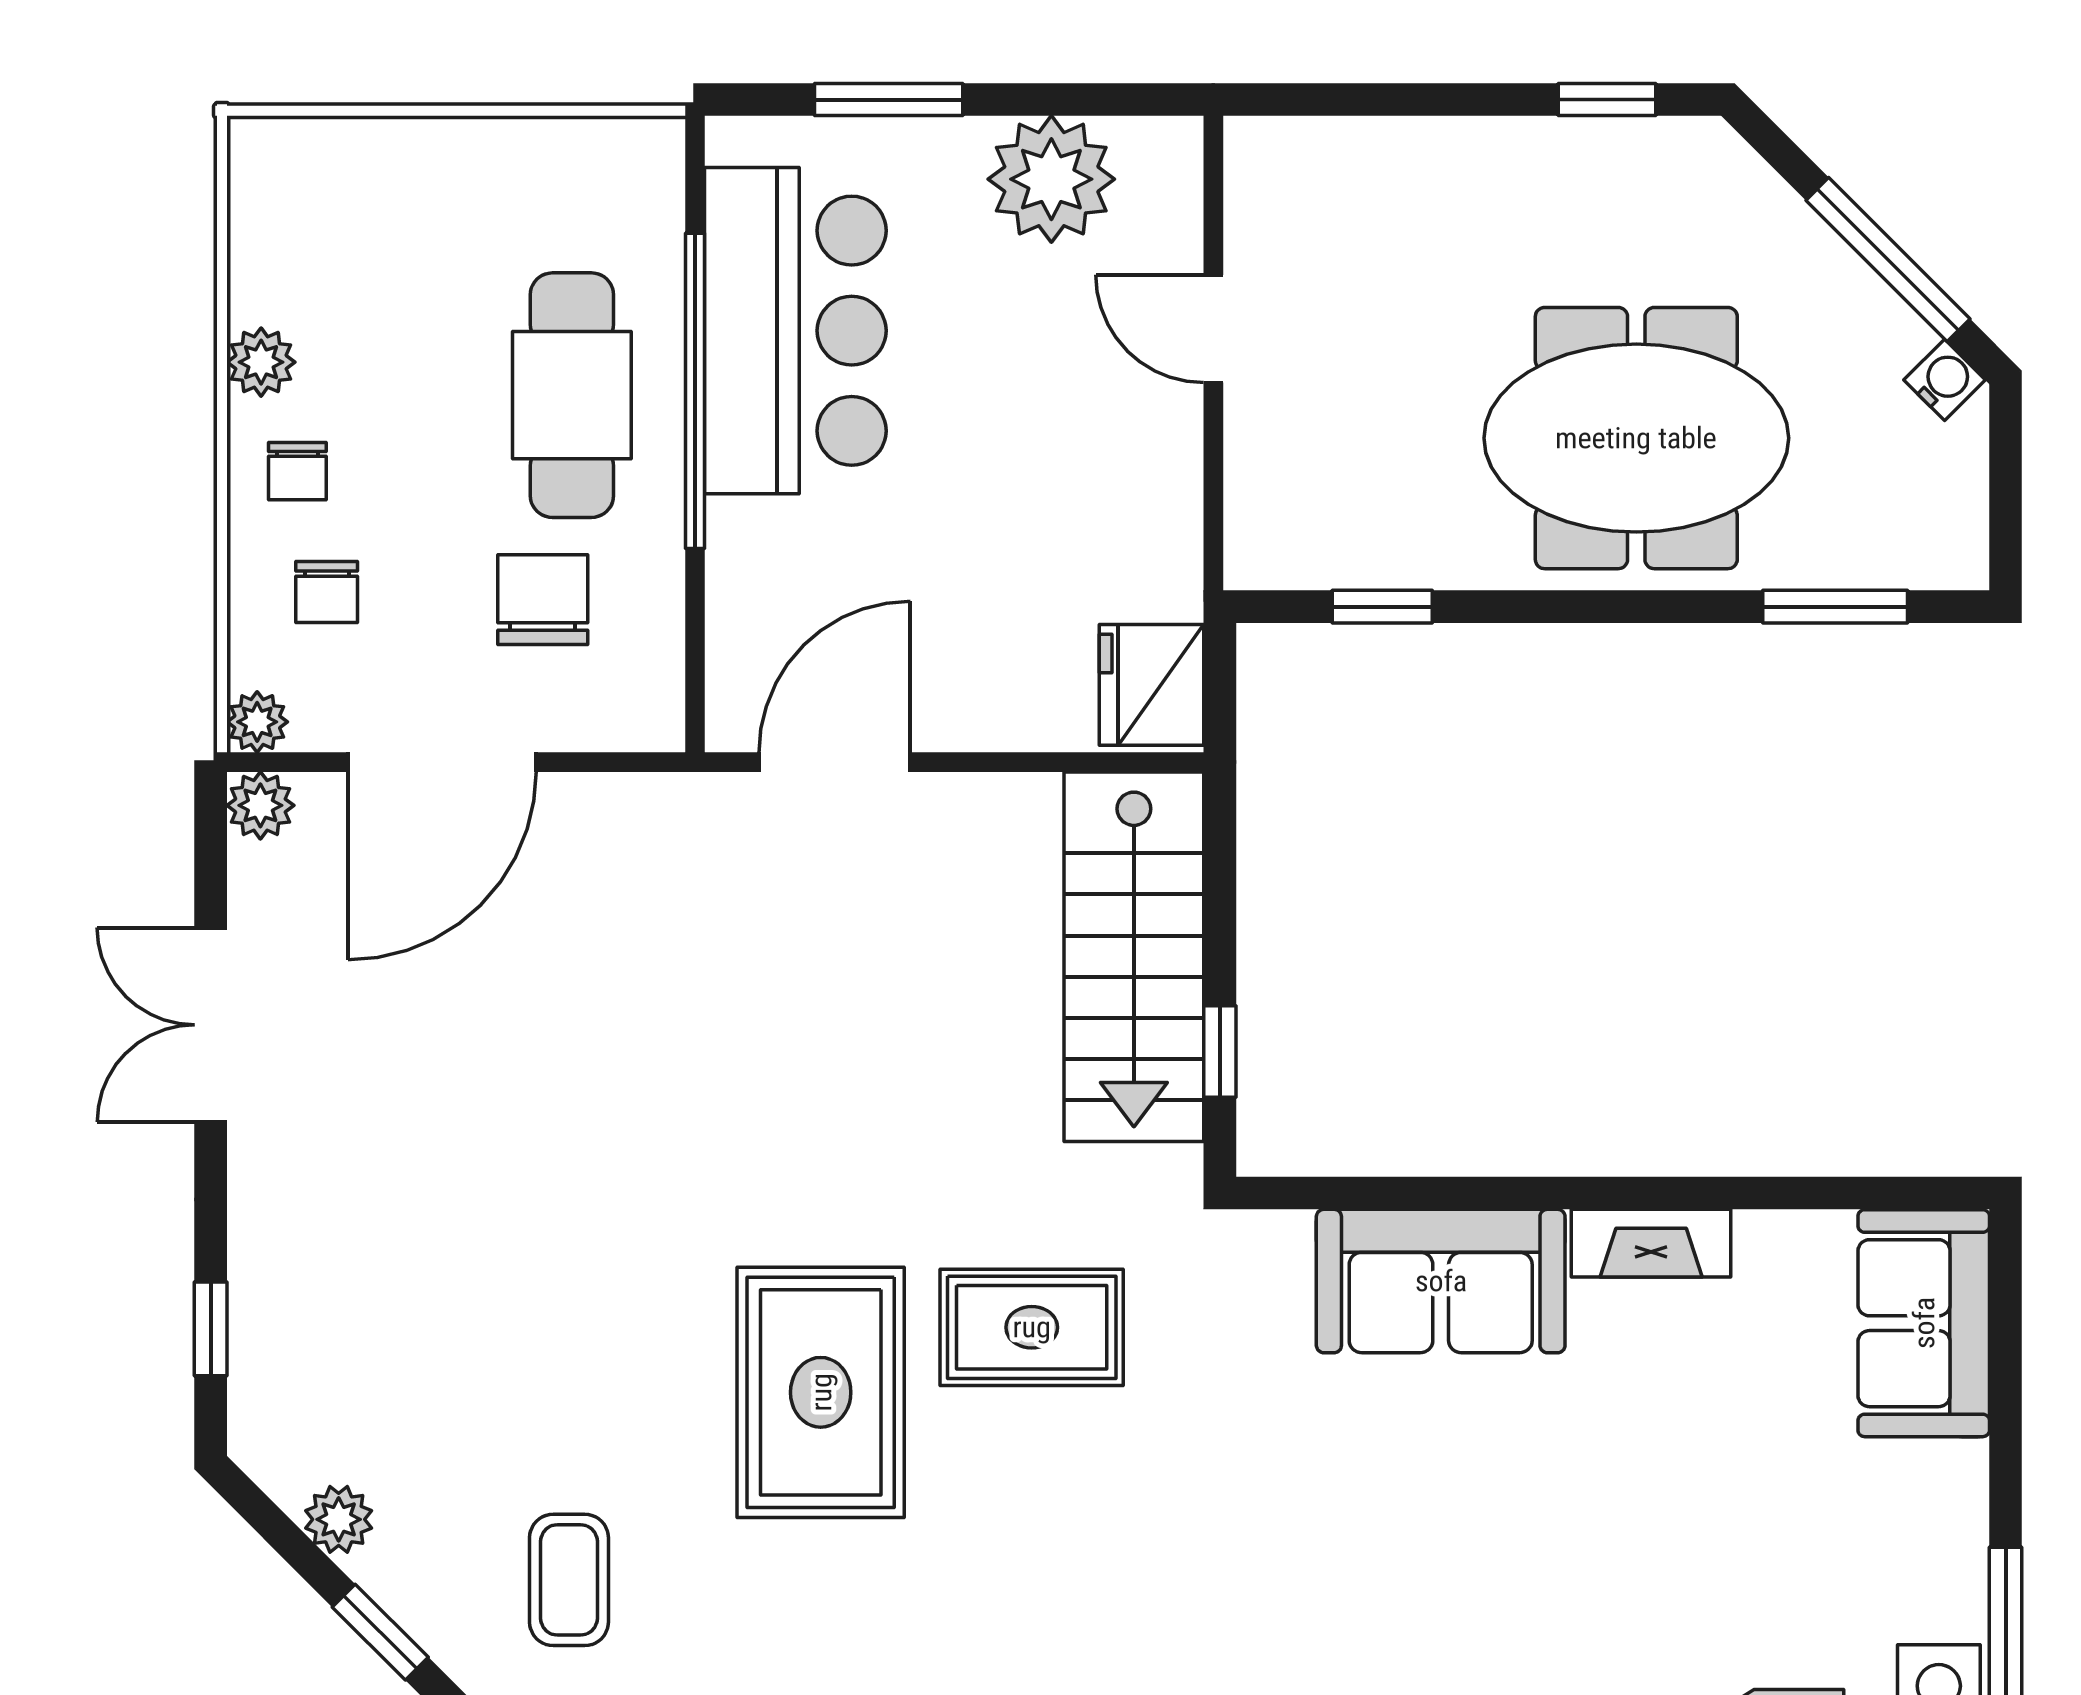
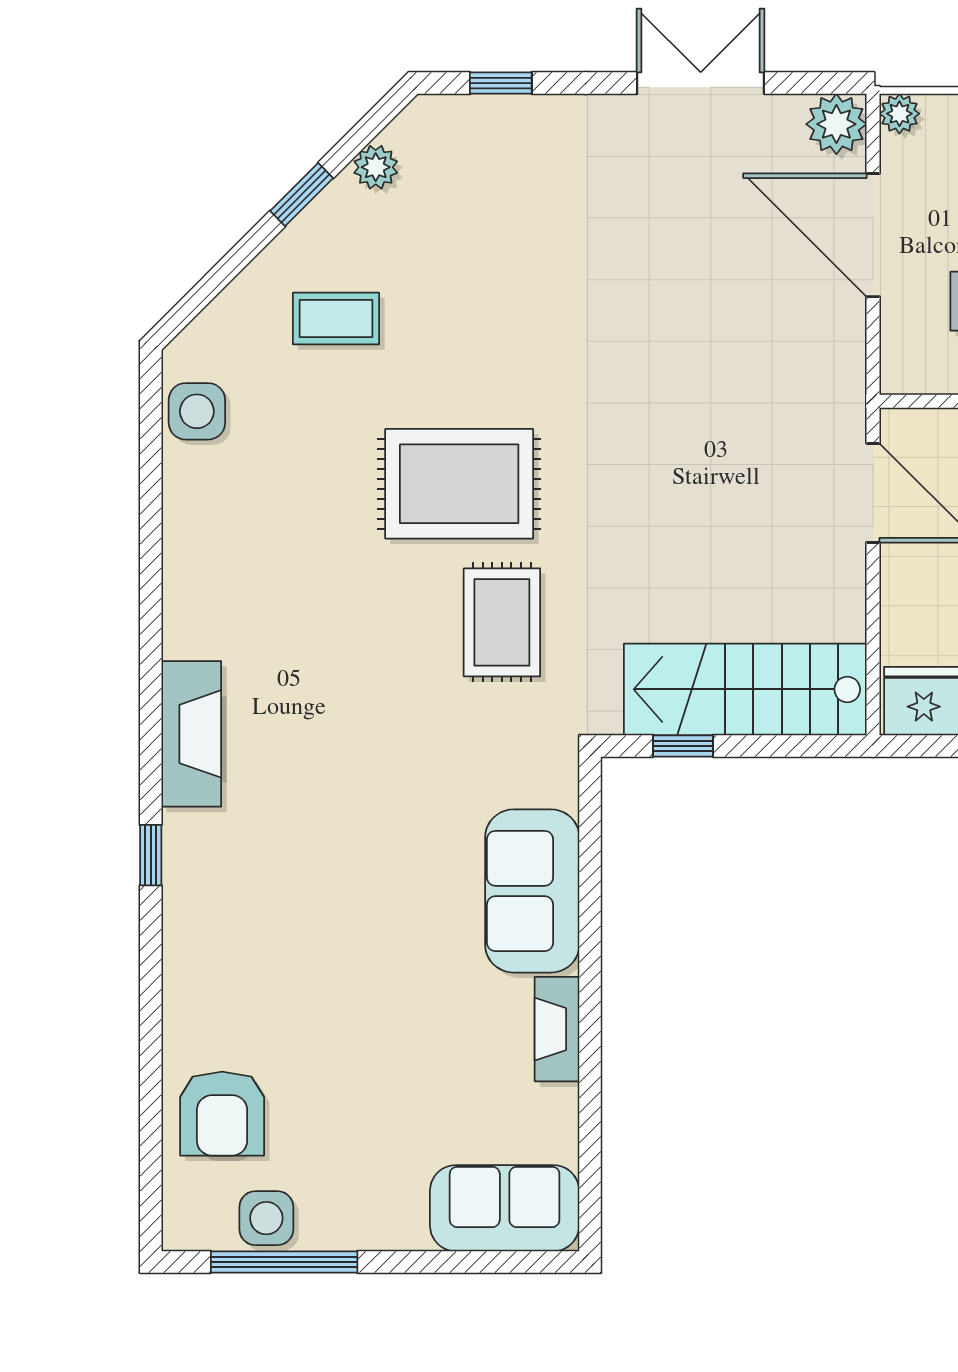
plant: (260, 805) -> (836, 124), width x1.38, depth x1.38

